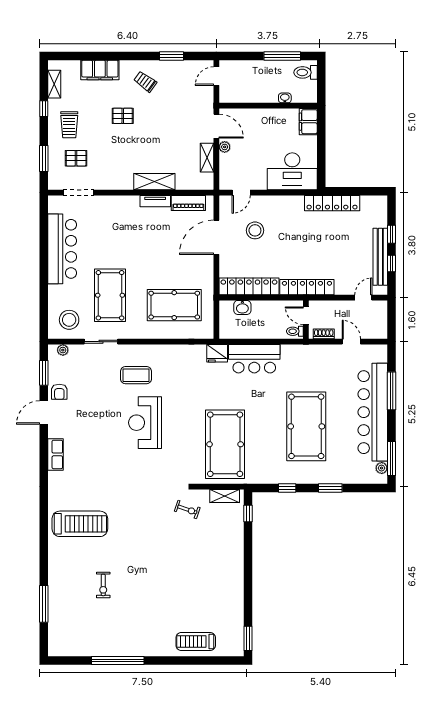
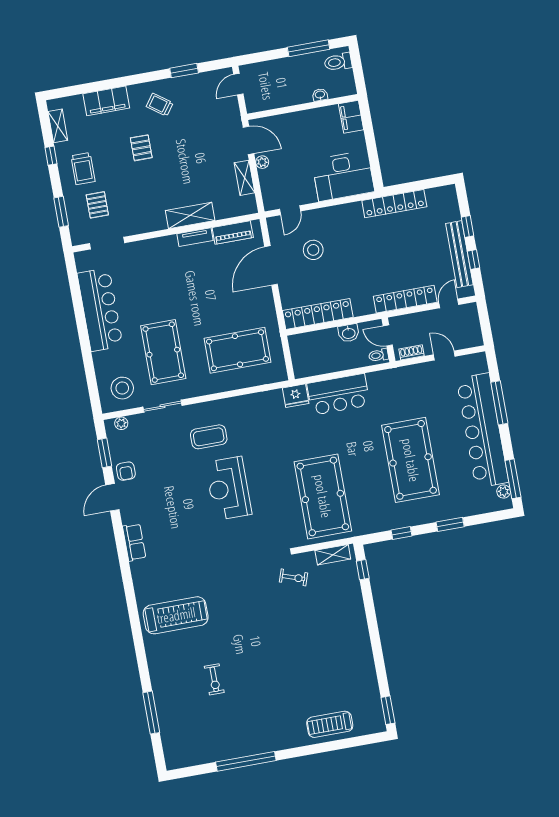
pallet: (123, 116) -> (141, 148), turned 90
pallet: (76, 158) -> (97, 205), turned 90
locker: (307, 287) -> (405, 299), moved
washbasin: (242, 307) -> (349, 333), moved

